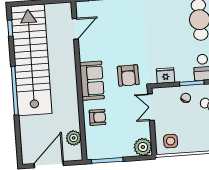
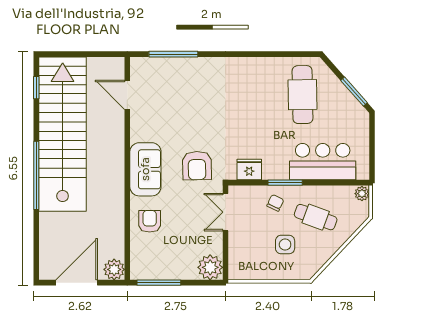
door: (75, 29) -> (127, 95), swing flipped
armchair: (97, 117) -> (150, 221), turned -90
plant: (74, 138) -> (114, 269), moved
side table: (171, 141) -> (285, 245), moved

